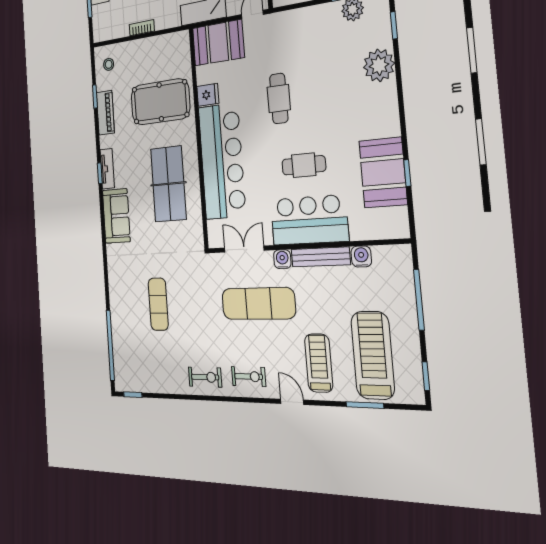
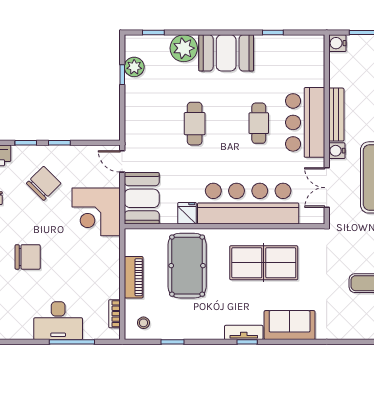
bookcase: (142, 28) -> (114, 314), moved
cafe table: (279, 98) -> (195, 124), moved, turned 90
piano: (105, 113) -> (134, 277), moved, turned 90
booth: (383, 173) -> (226, 53), moved
water cooler: (361, 257) -> (337, 43), moved

